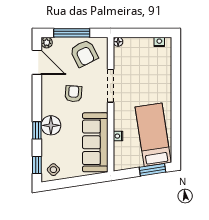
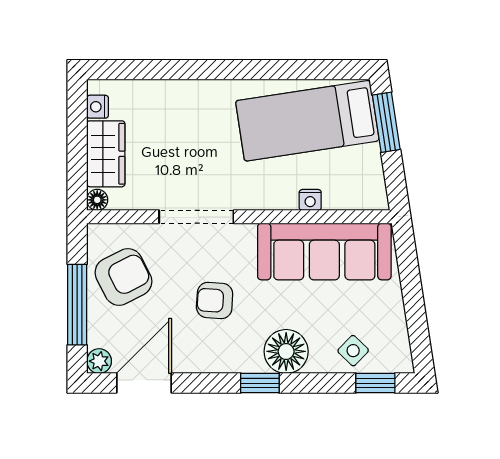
wardrobe: (138, 46) -> (106, 154), added
window: (37, 130) -> (260, 383), moved
side table: (53, 170) -> (353, 351), moved

